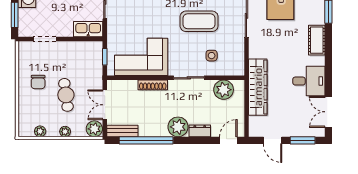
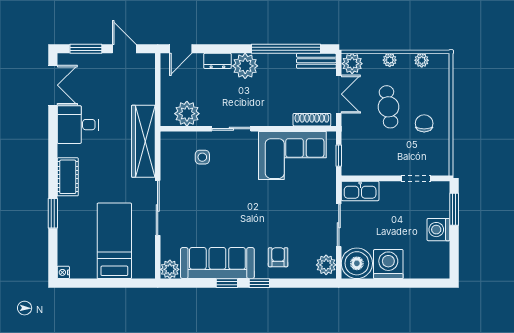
coffee table: (199, 21) -> (218, 201), removed
shoe rack: (153, 85) -> (312, 120), moved
wardrobe: (258, 87) -> (143, 141), moved

